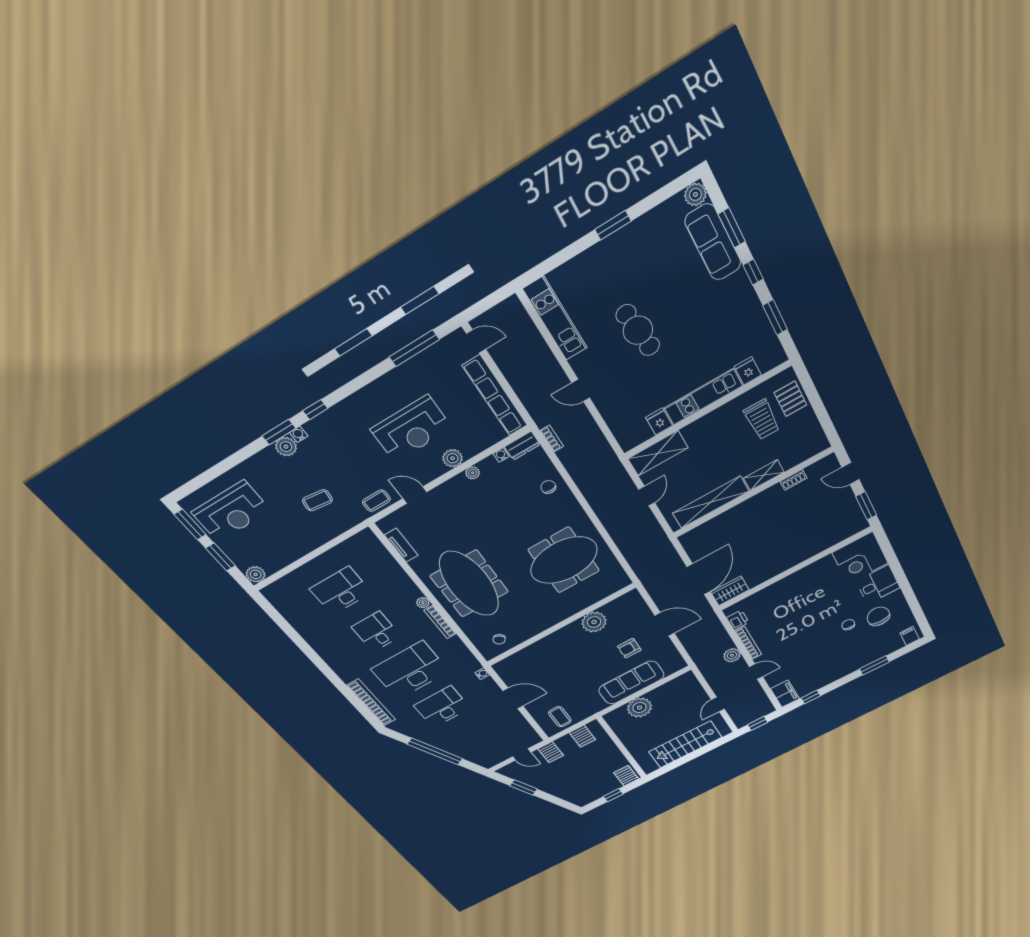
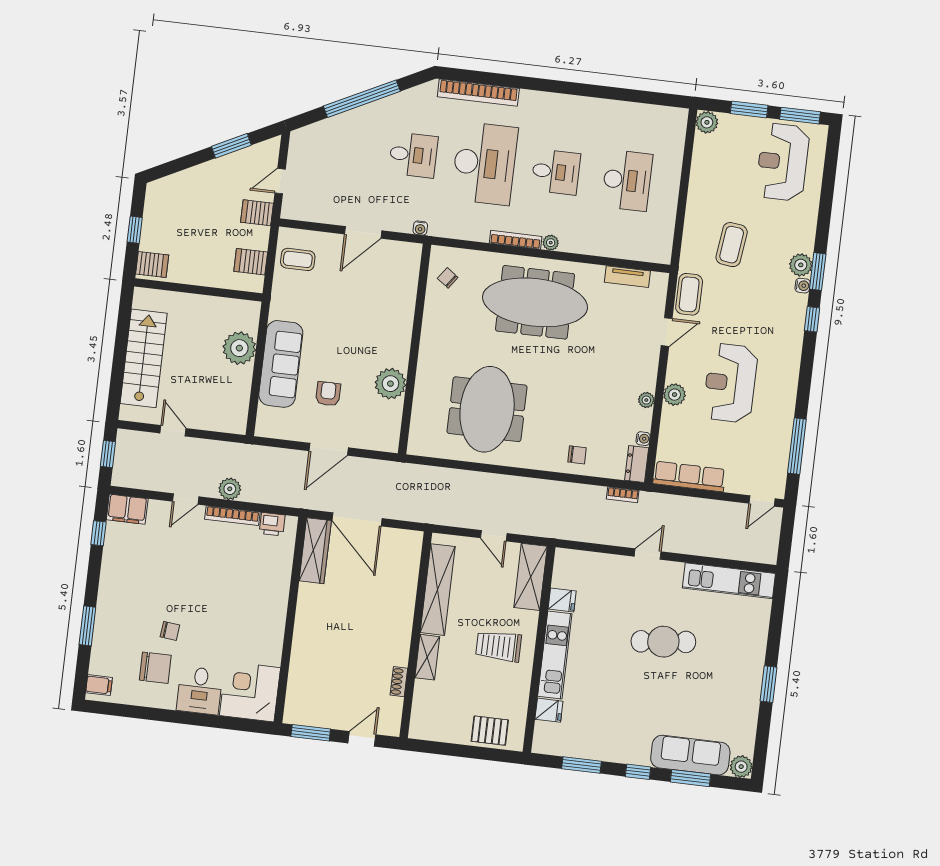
row of seats: (495, 396) -> (689, 477), width x0.73
trolley: (762, 419) -> (499, 646), moved
coffee table: (317, 500) -> (732, 245), width x1.36, depth x1.30
coffee table: (376, 501) -> (689, 294), width x1.36, depth x1.30
wardrobe: (730, 591) -> (315, 551), width x1.50
desk: (442, 707) -> (413, 155), width x0.73

